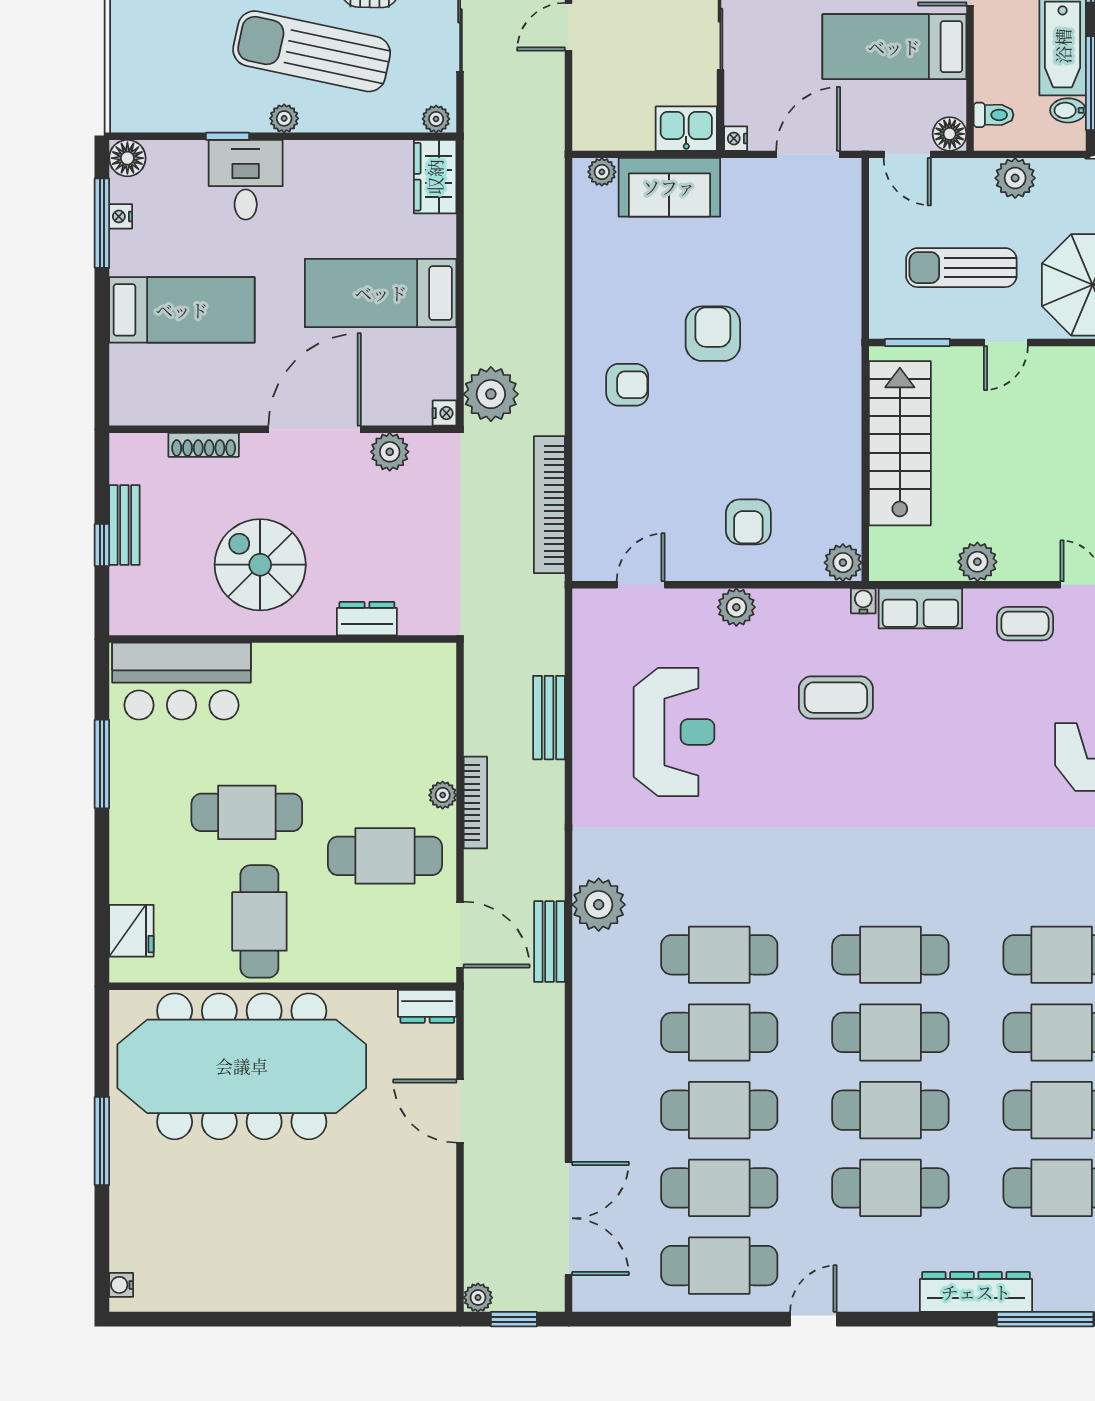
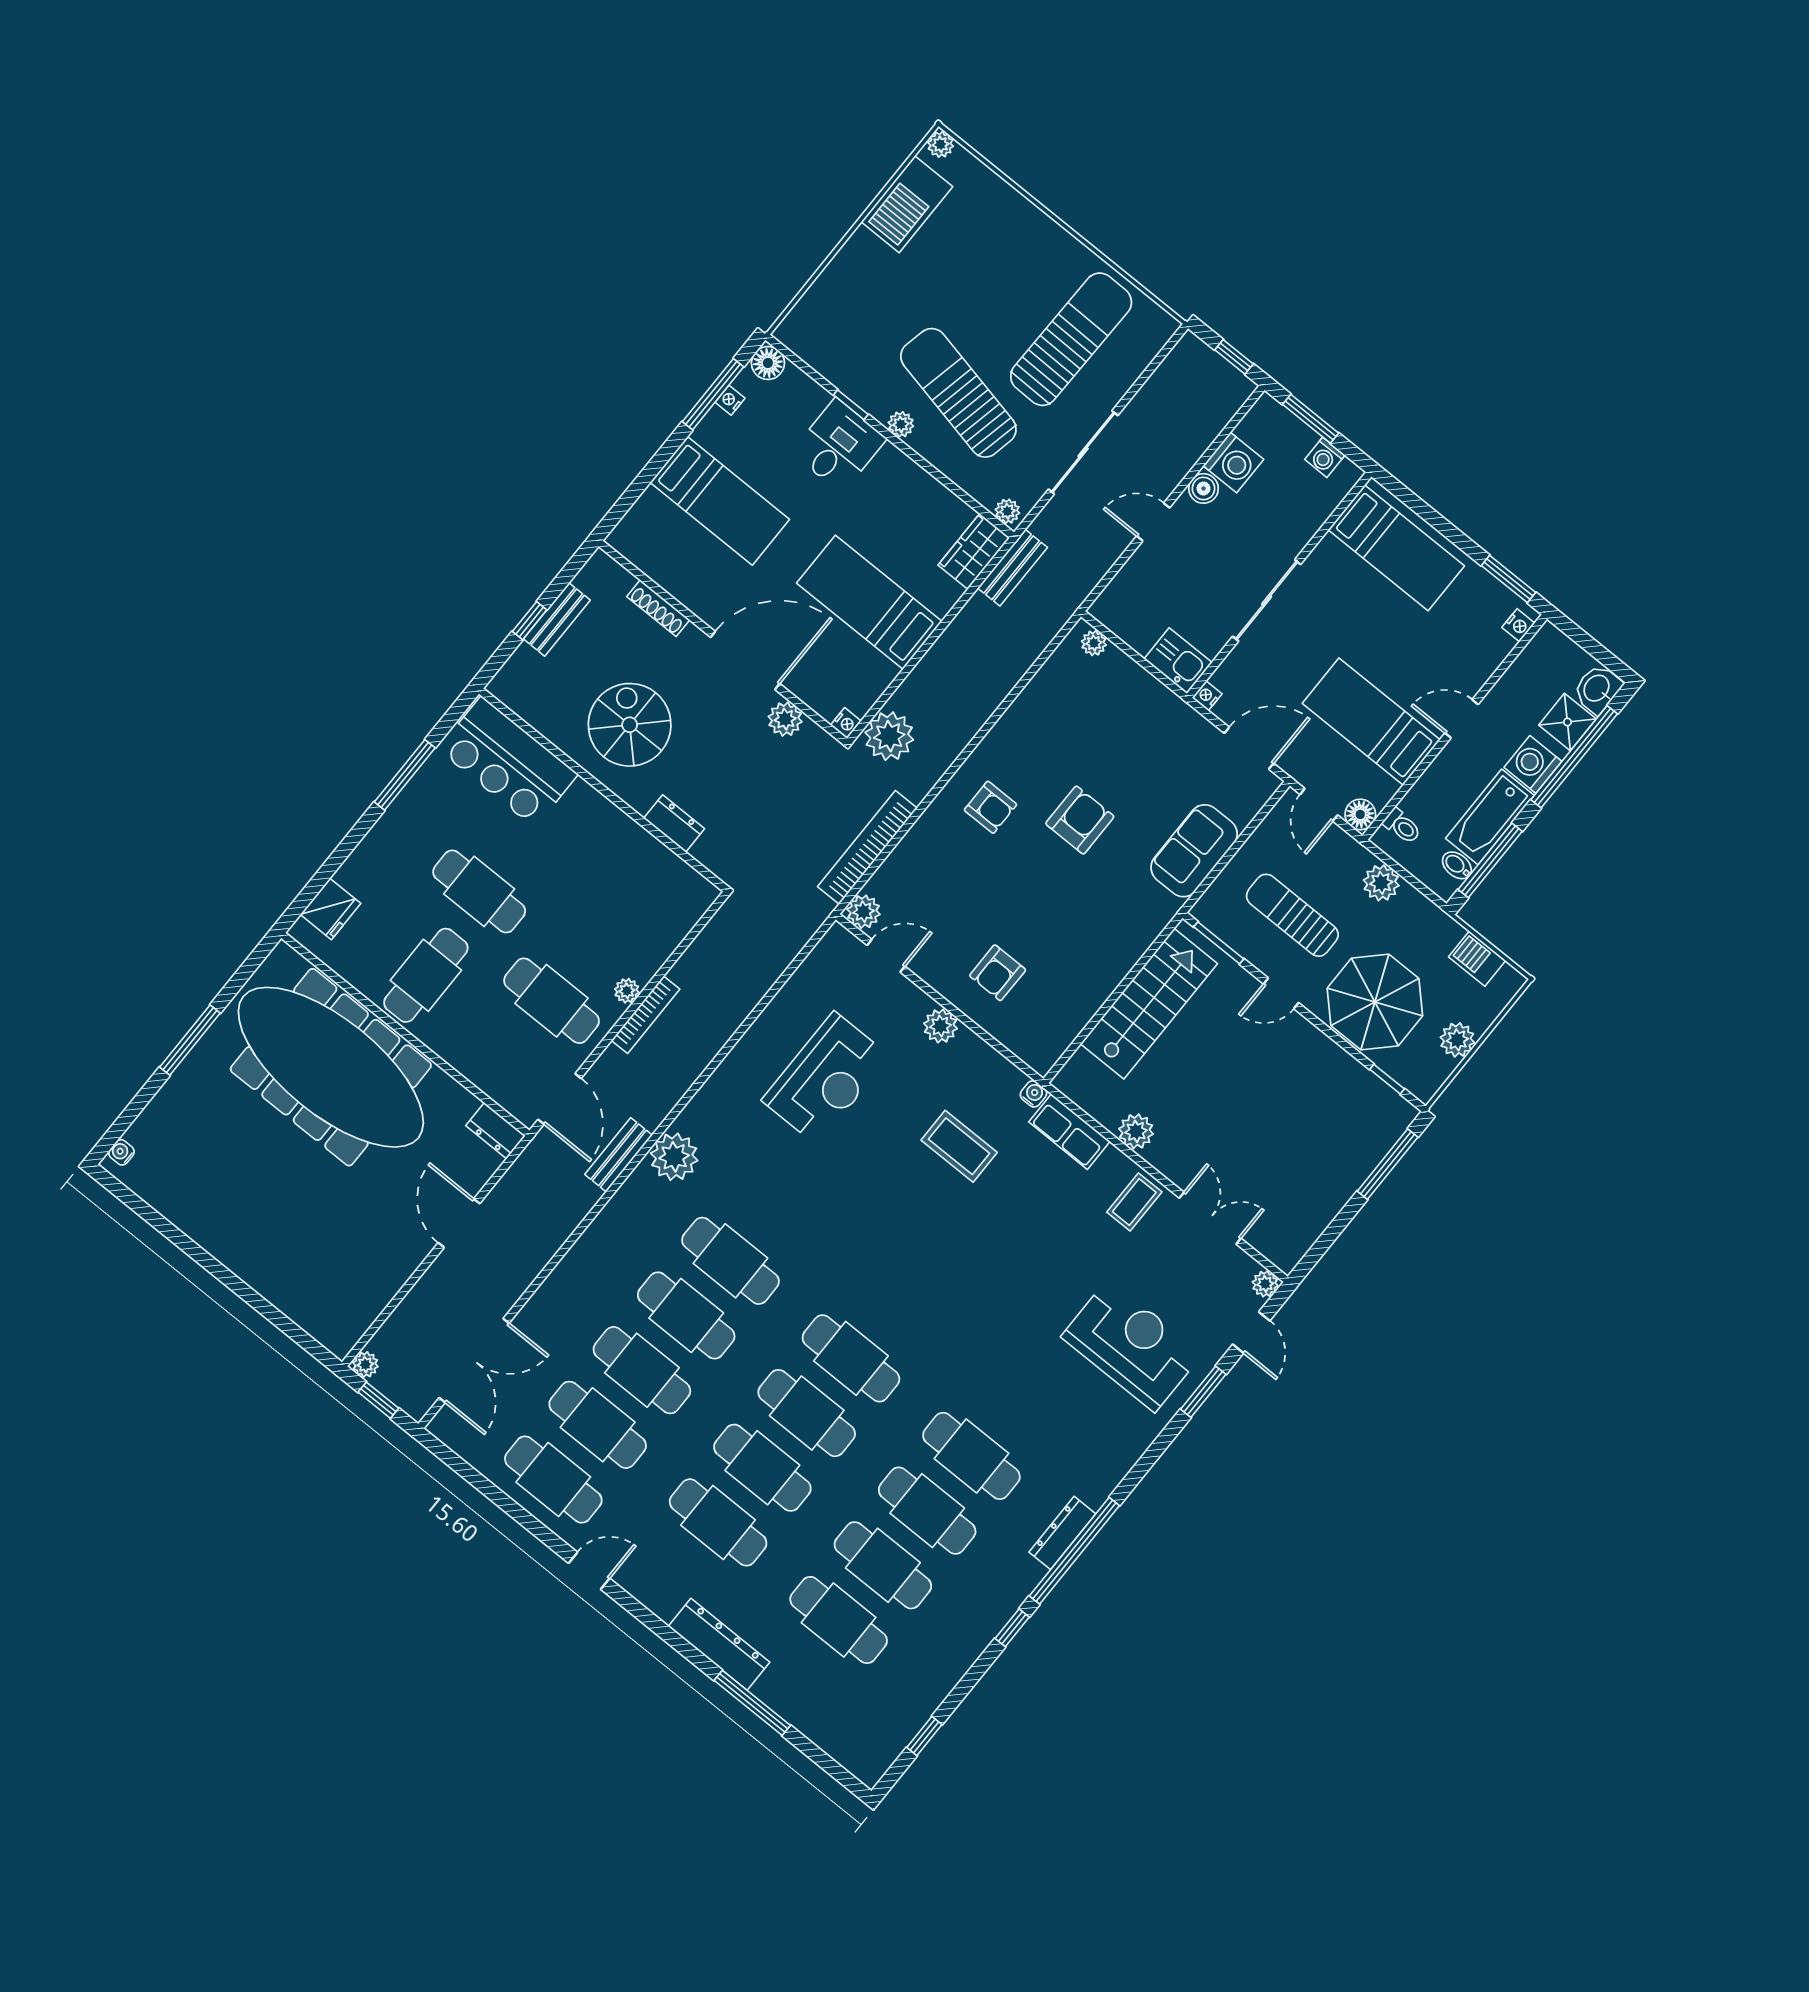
sofa: (669, 187) -> (1194, 851), moved, turned 90
plant: (843, 563) -> (864, 912), moved
coffee table: (1025, 624) -> (1134, 1202), turned 90
bench: (549, 718) -> (1012, 568), moved

